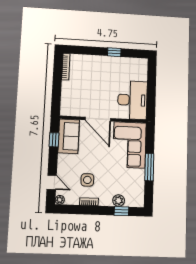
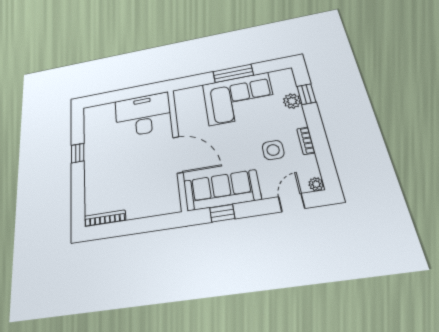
door: (98, 119) -> (178, 155), hinge flipped
sofa: (69, 136) -> (222, 190), width x1.36
corner sofa: (129, 145) -> (239, 99), moved

